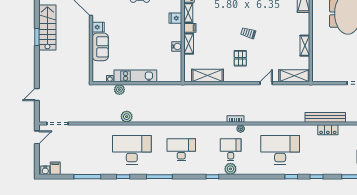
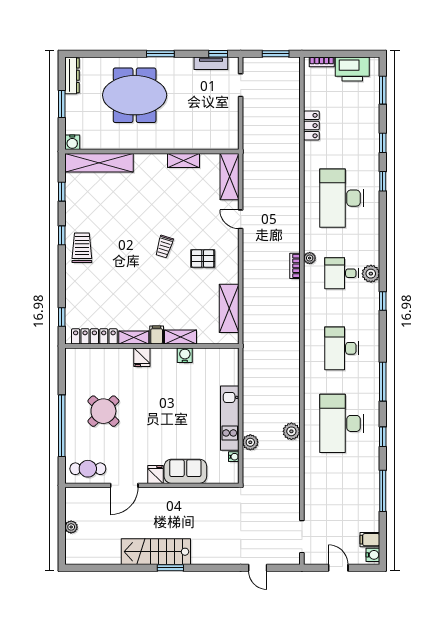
bench: (325, 117) -> (292, 129), removed
door: (37, 137) -> (338, 568), moved

